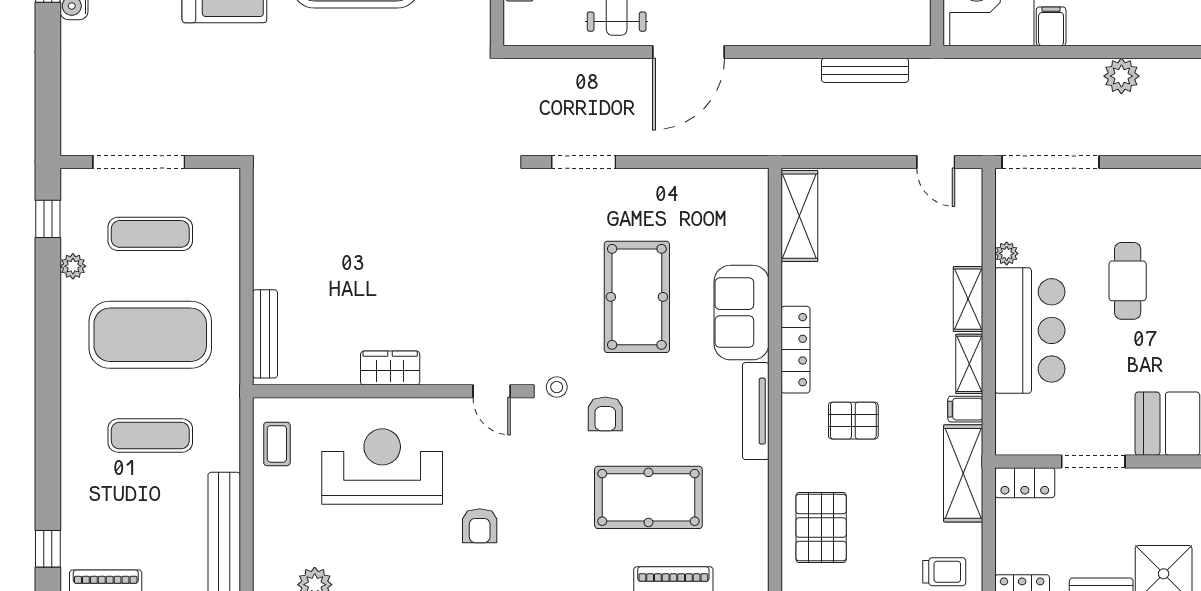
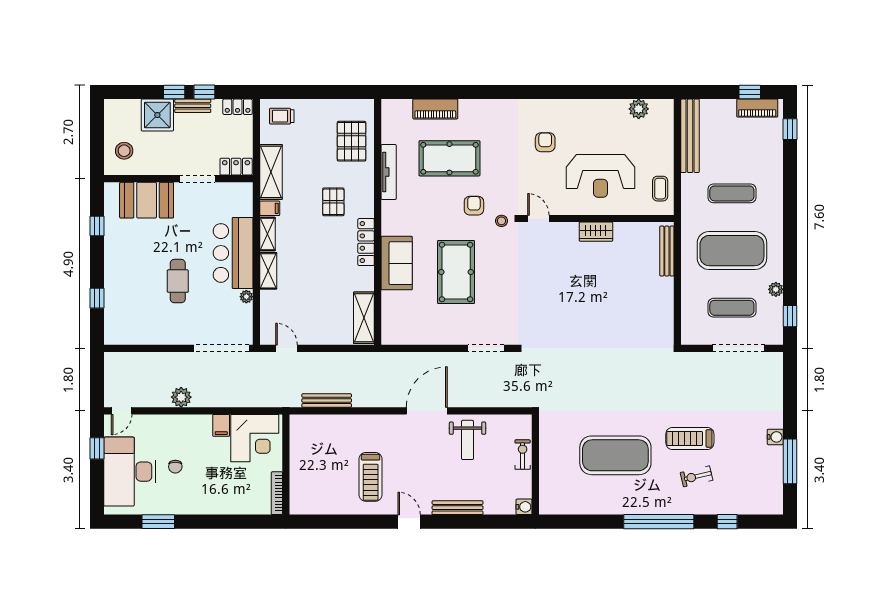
tv unit: (756, 411) -> (389, 172), moved
pallet: (853, 421) -> (333, 202), turned 90

